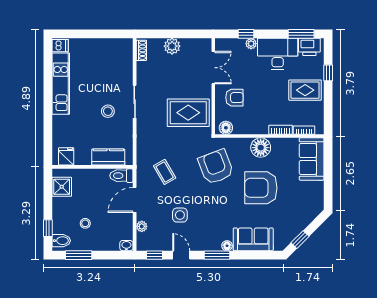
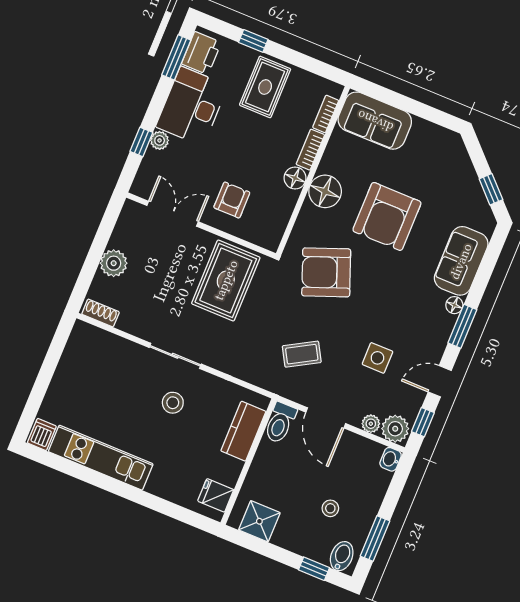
floor lamp: (226, 128) -> (295, 178), moved
plant: (145, 241) -> (395, 429), added

